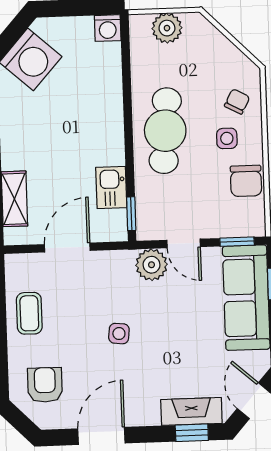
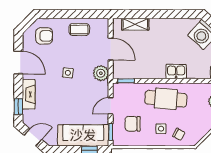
chair: (246, 181) -> (133, 124), moved
kitchen sink: (111, 187) -> (176, 72), moved
plant: (152, 265) -> (101, 73), moved
fireplace: (191, 411) -> (29, 94), moved

